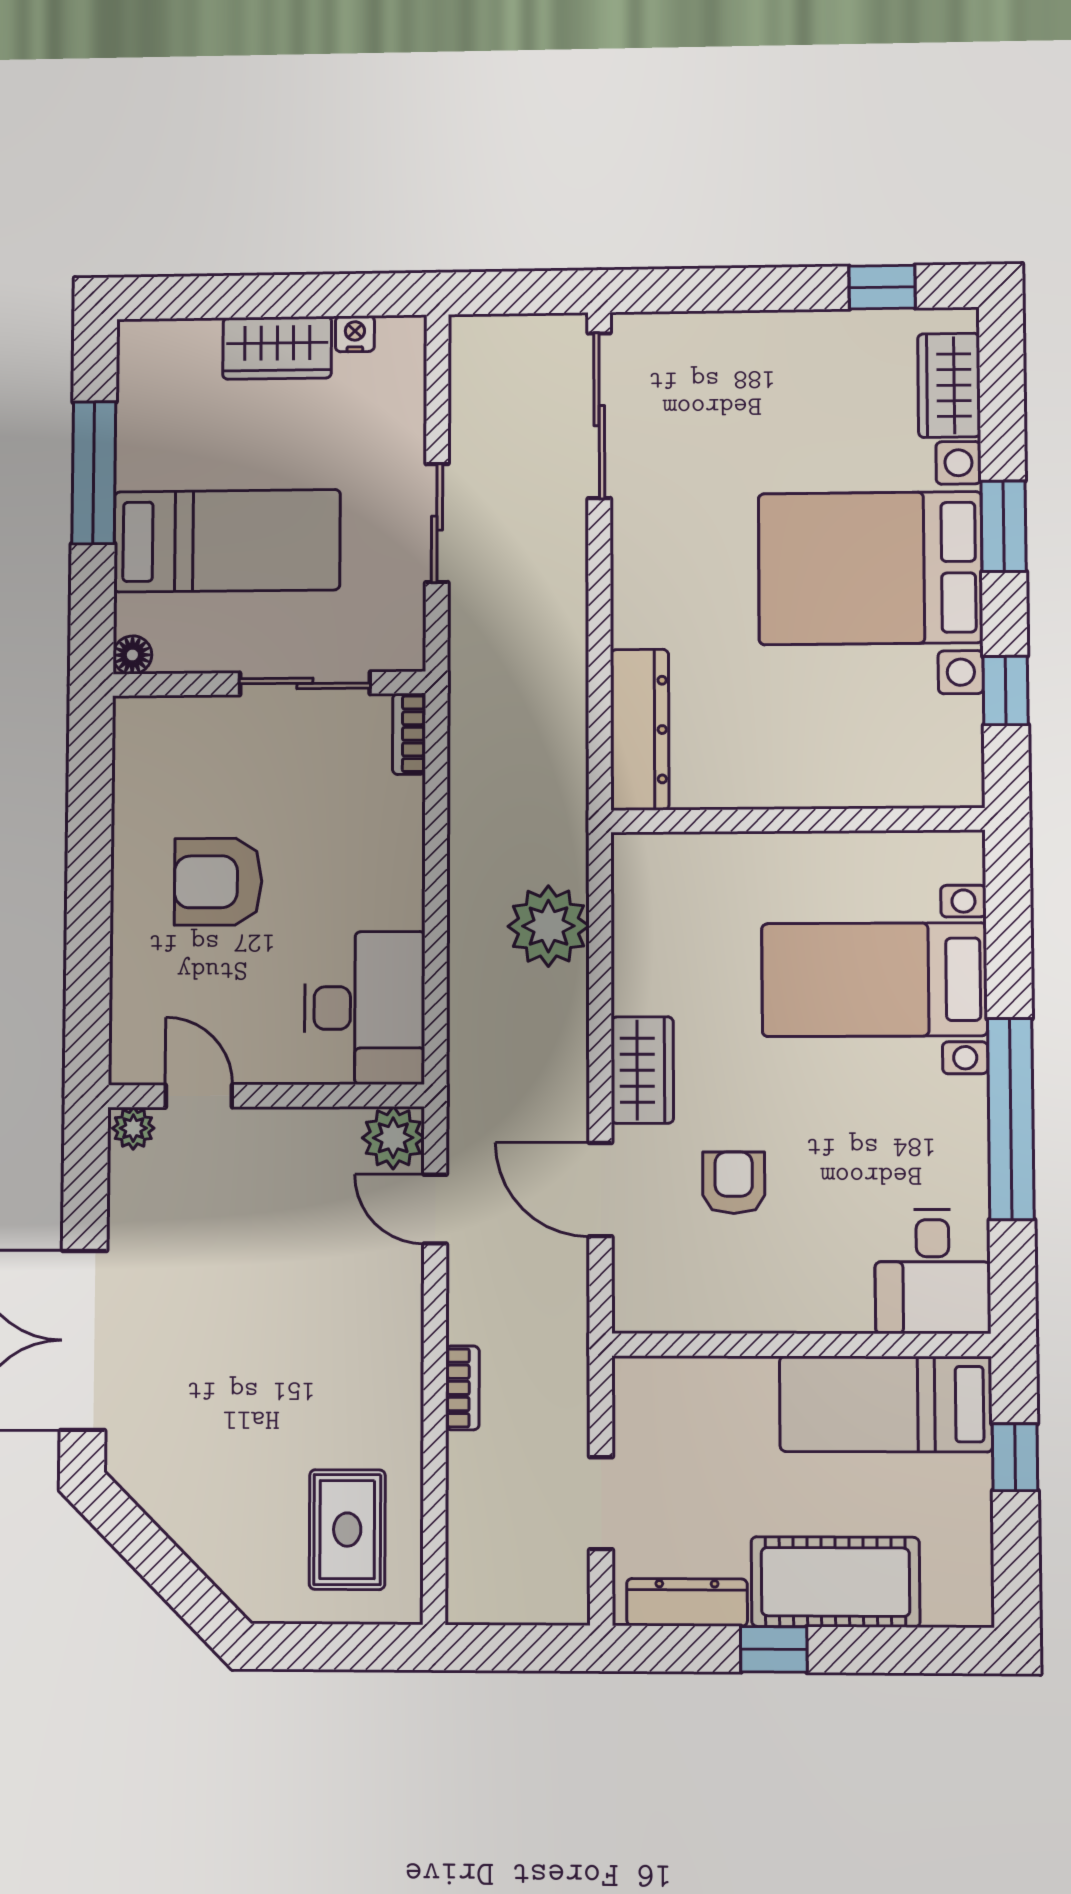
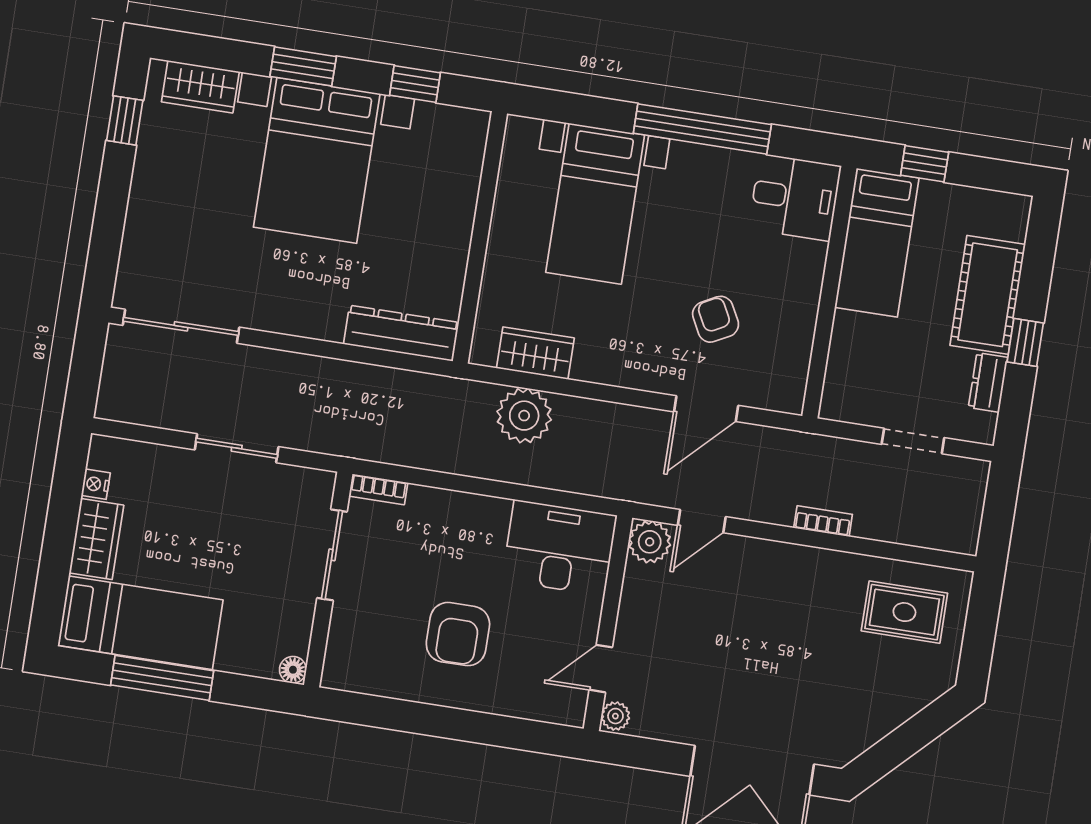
bed: (227, 541) -> (140, 623), moved, turned 90
wardrobe: (642, 1070) -> (535, 353), moved
armchair: (734, 1183) -> (716, 319), turned 62
dresser: (687, 1602) -> (988, 382), width x0.70

